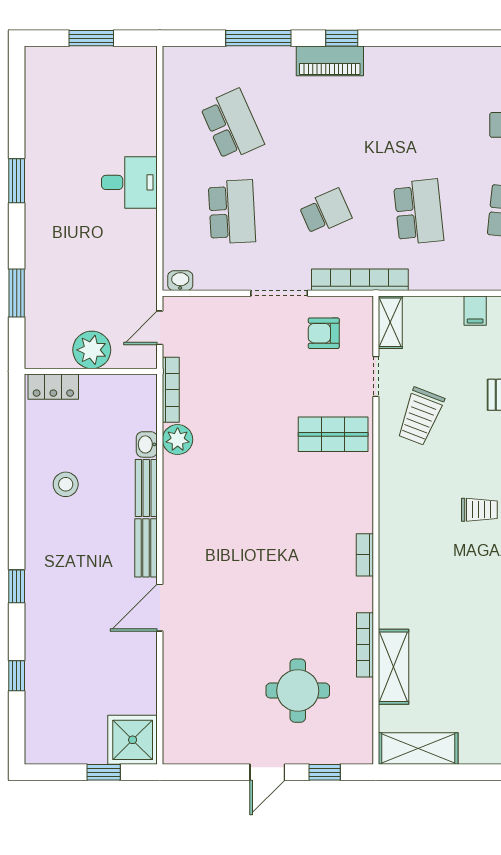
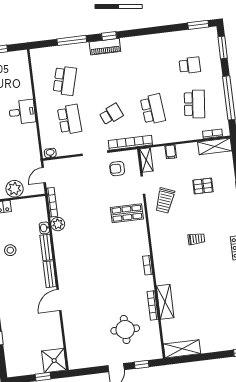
school desk: (232, 125) -> (65, 81), turned 39
filing cabinet: (475, 311) -> (171, 152), moved
shelving: (394, 667) -> (165, 302), moved

